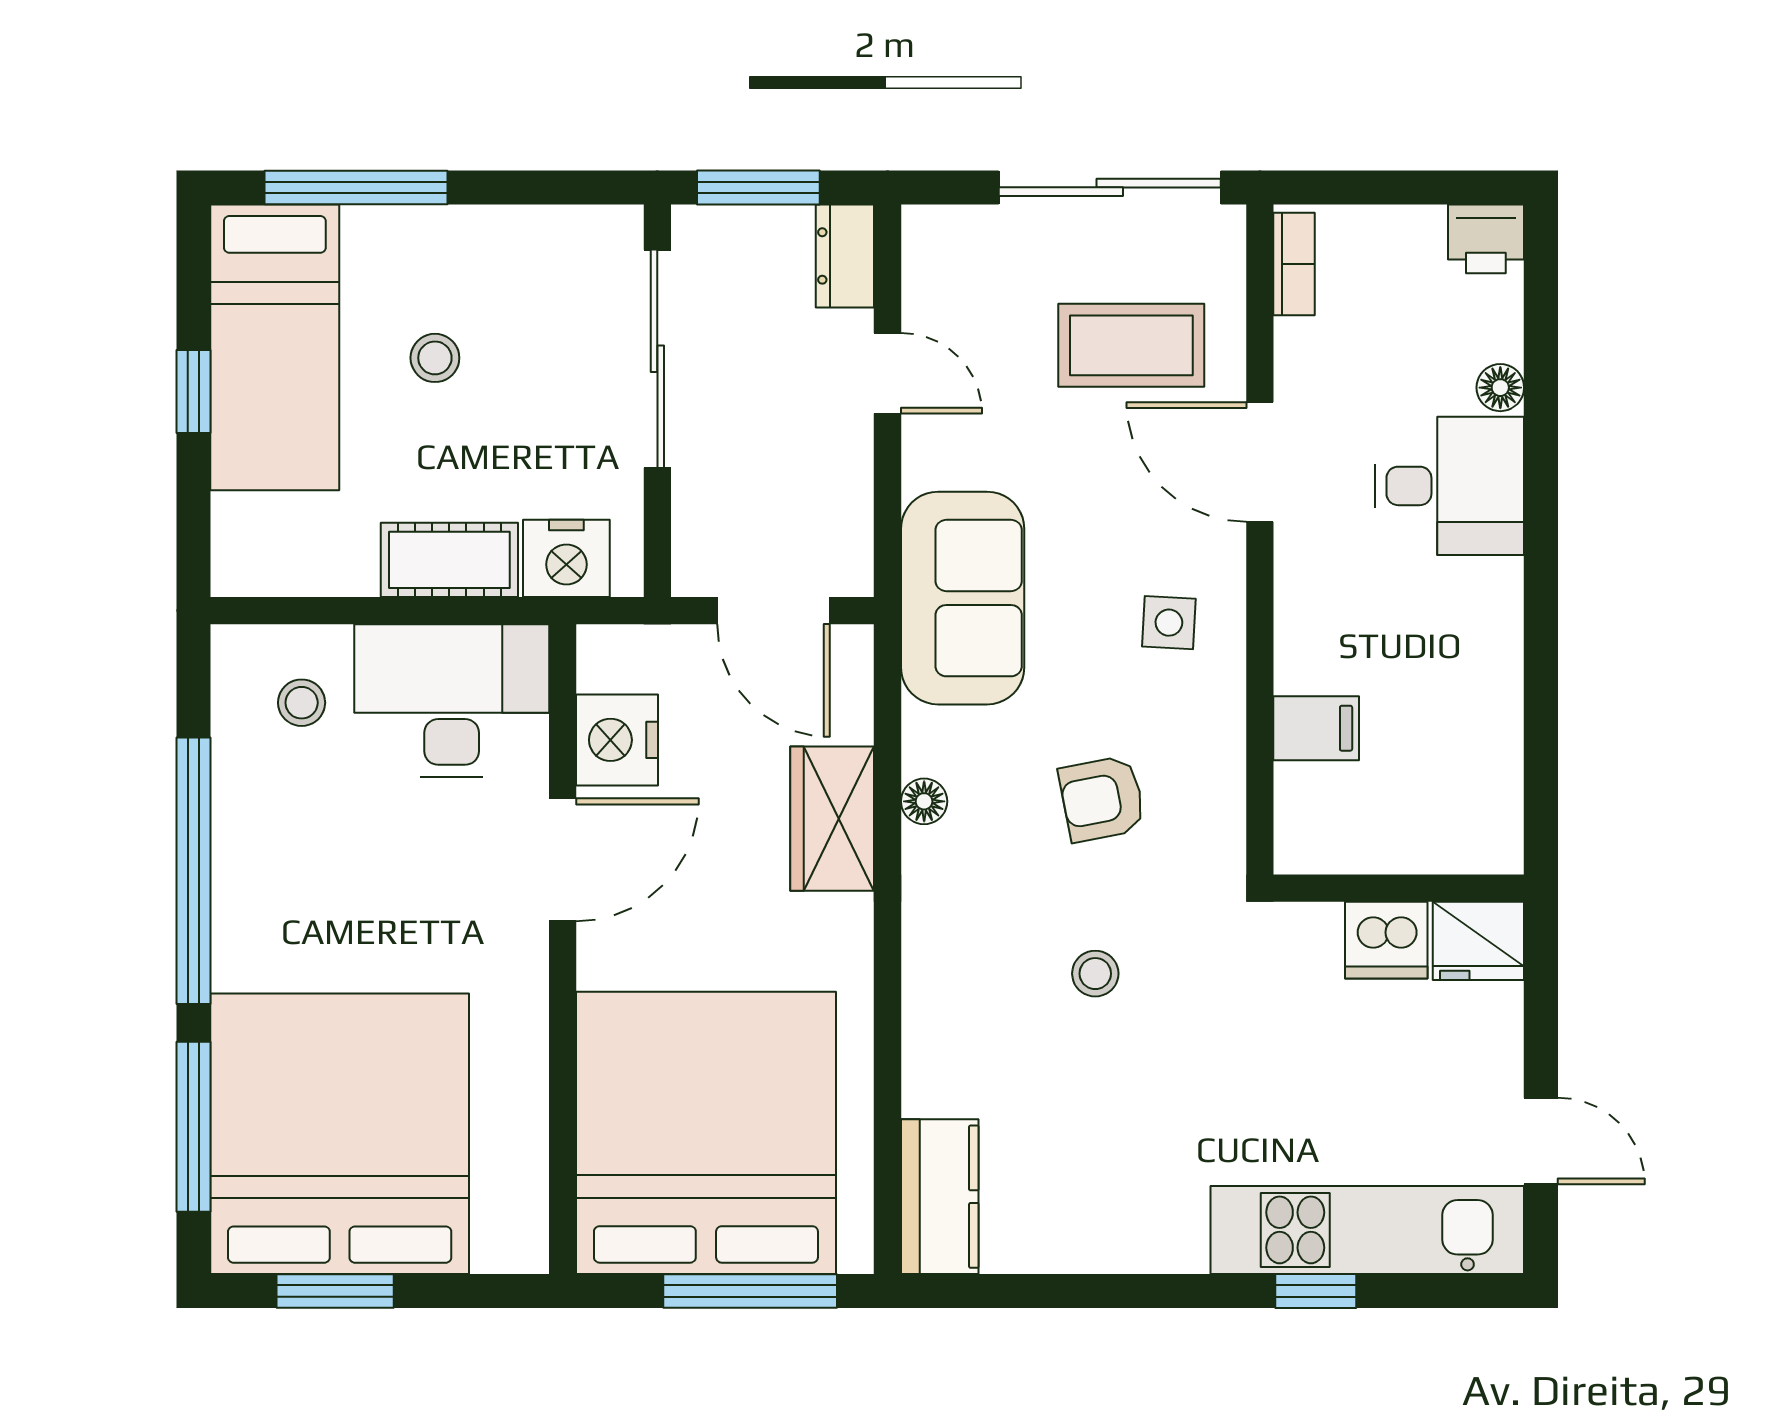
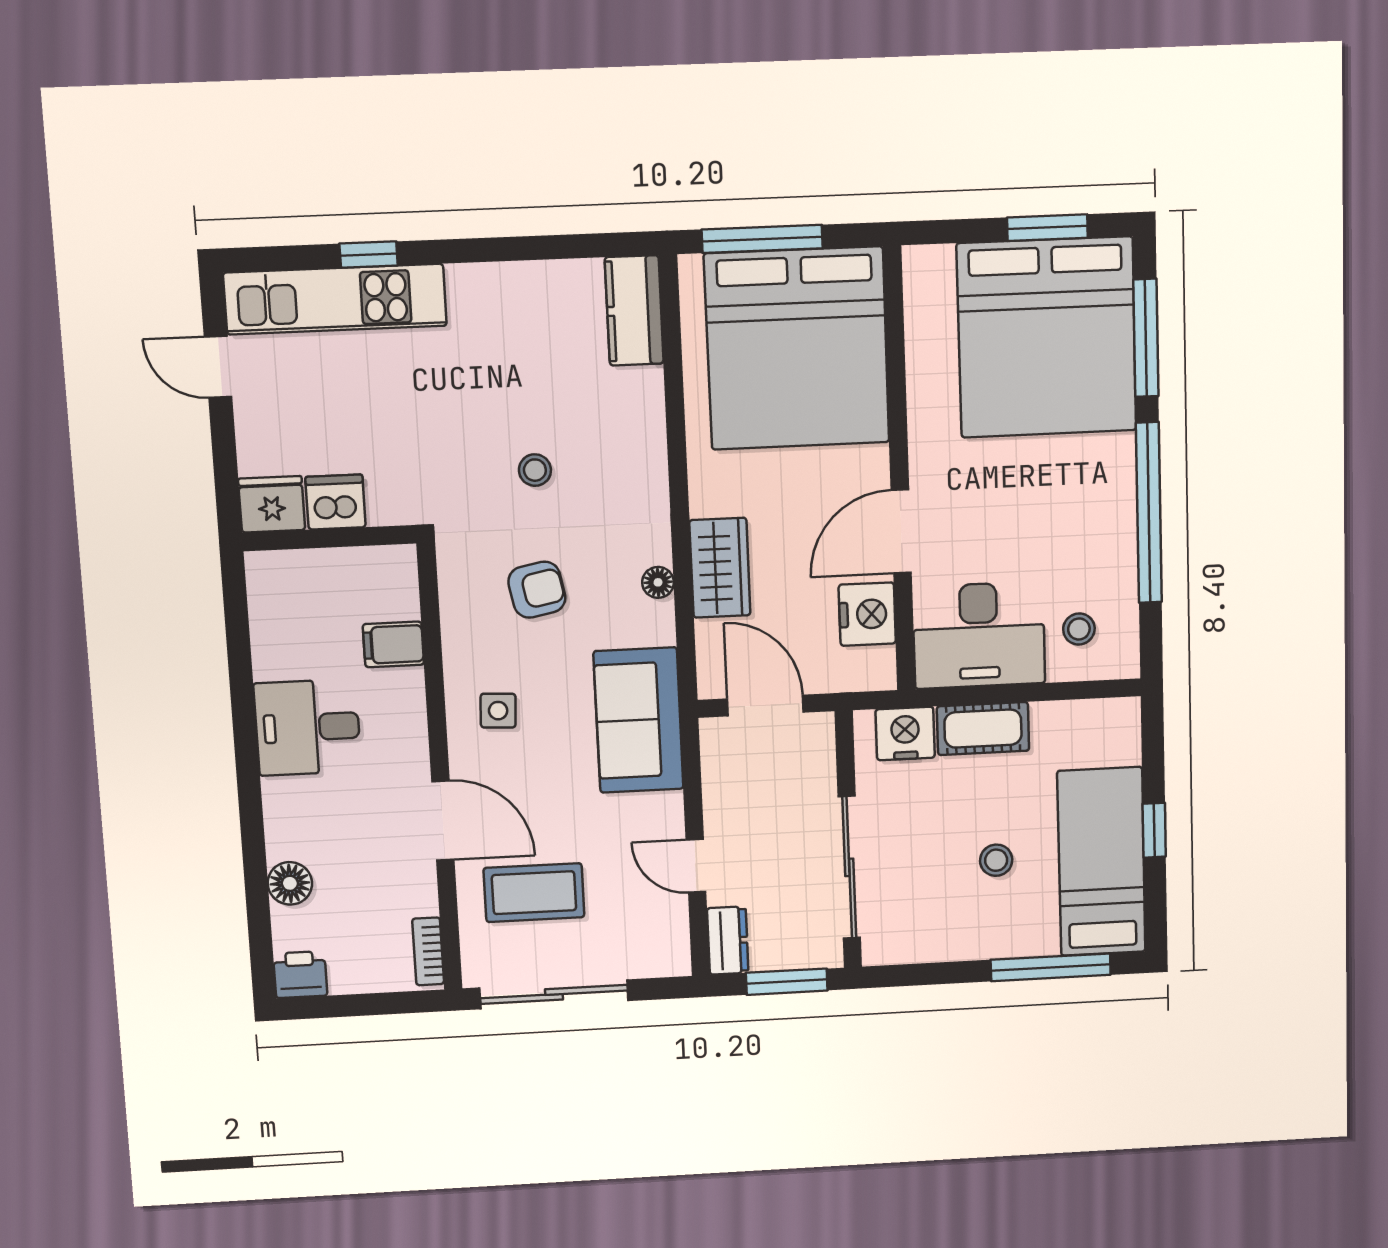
floor lamp: (1500, 388) -> (290, 883), width x1.37, depth x1.37
desk: (1449, 486) -> (308, 727), moved

